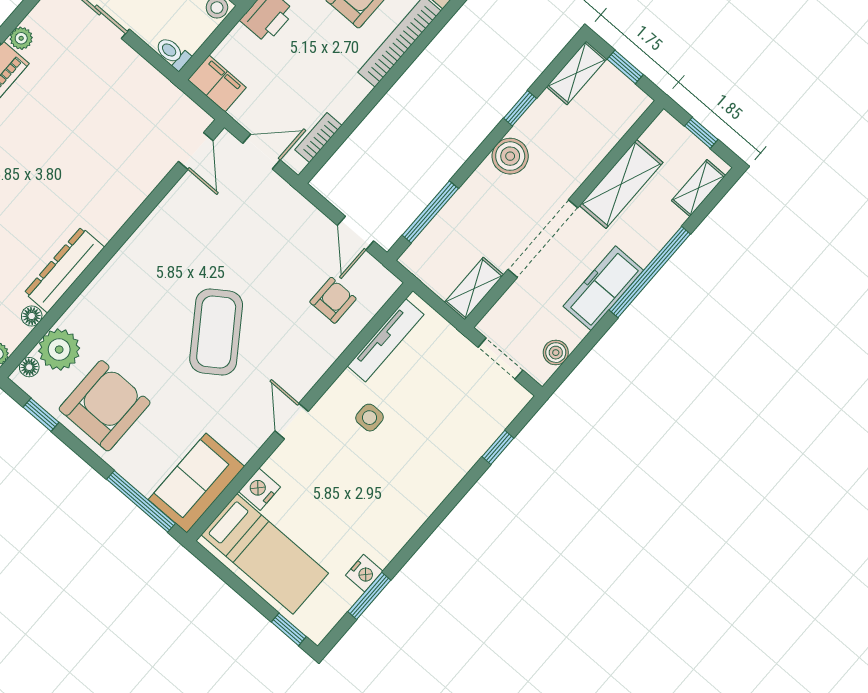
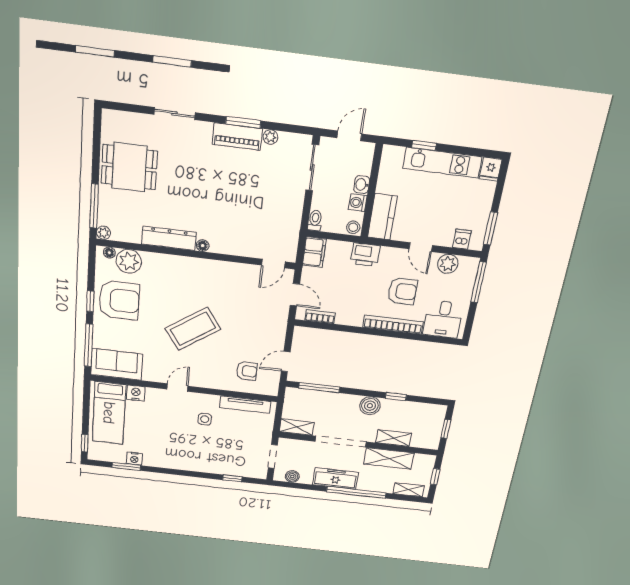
shelving: (577, 73) -> (394, 438), moved
floor lamp: (32, 316) -> (203, 246), moved
window: (41, 415) -> (90, 301), moved

